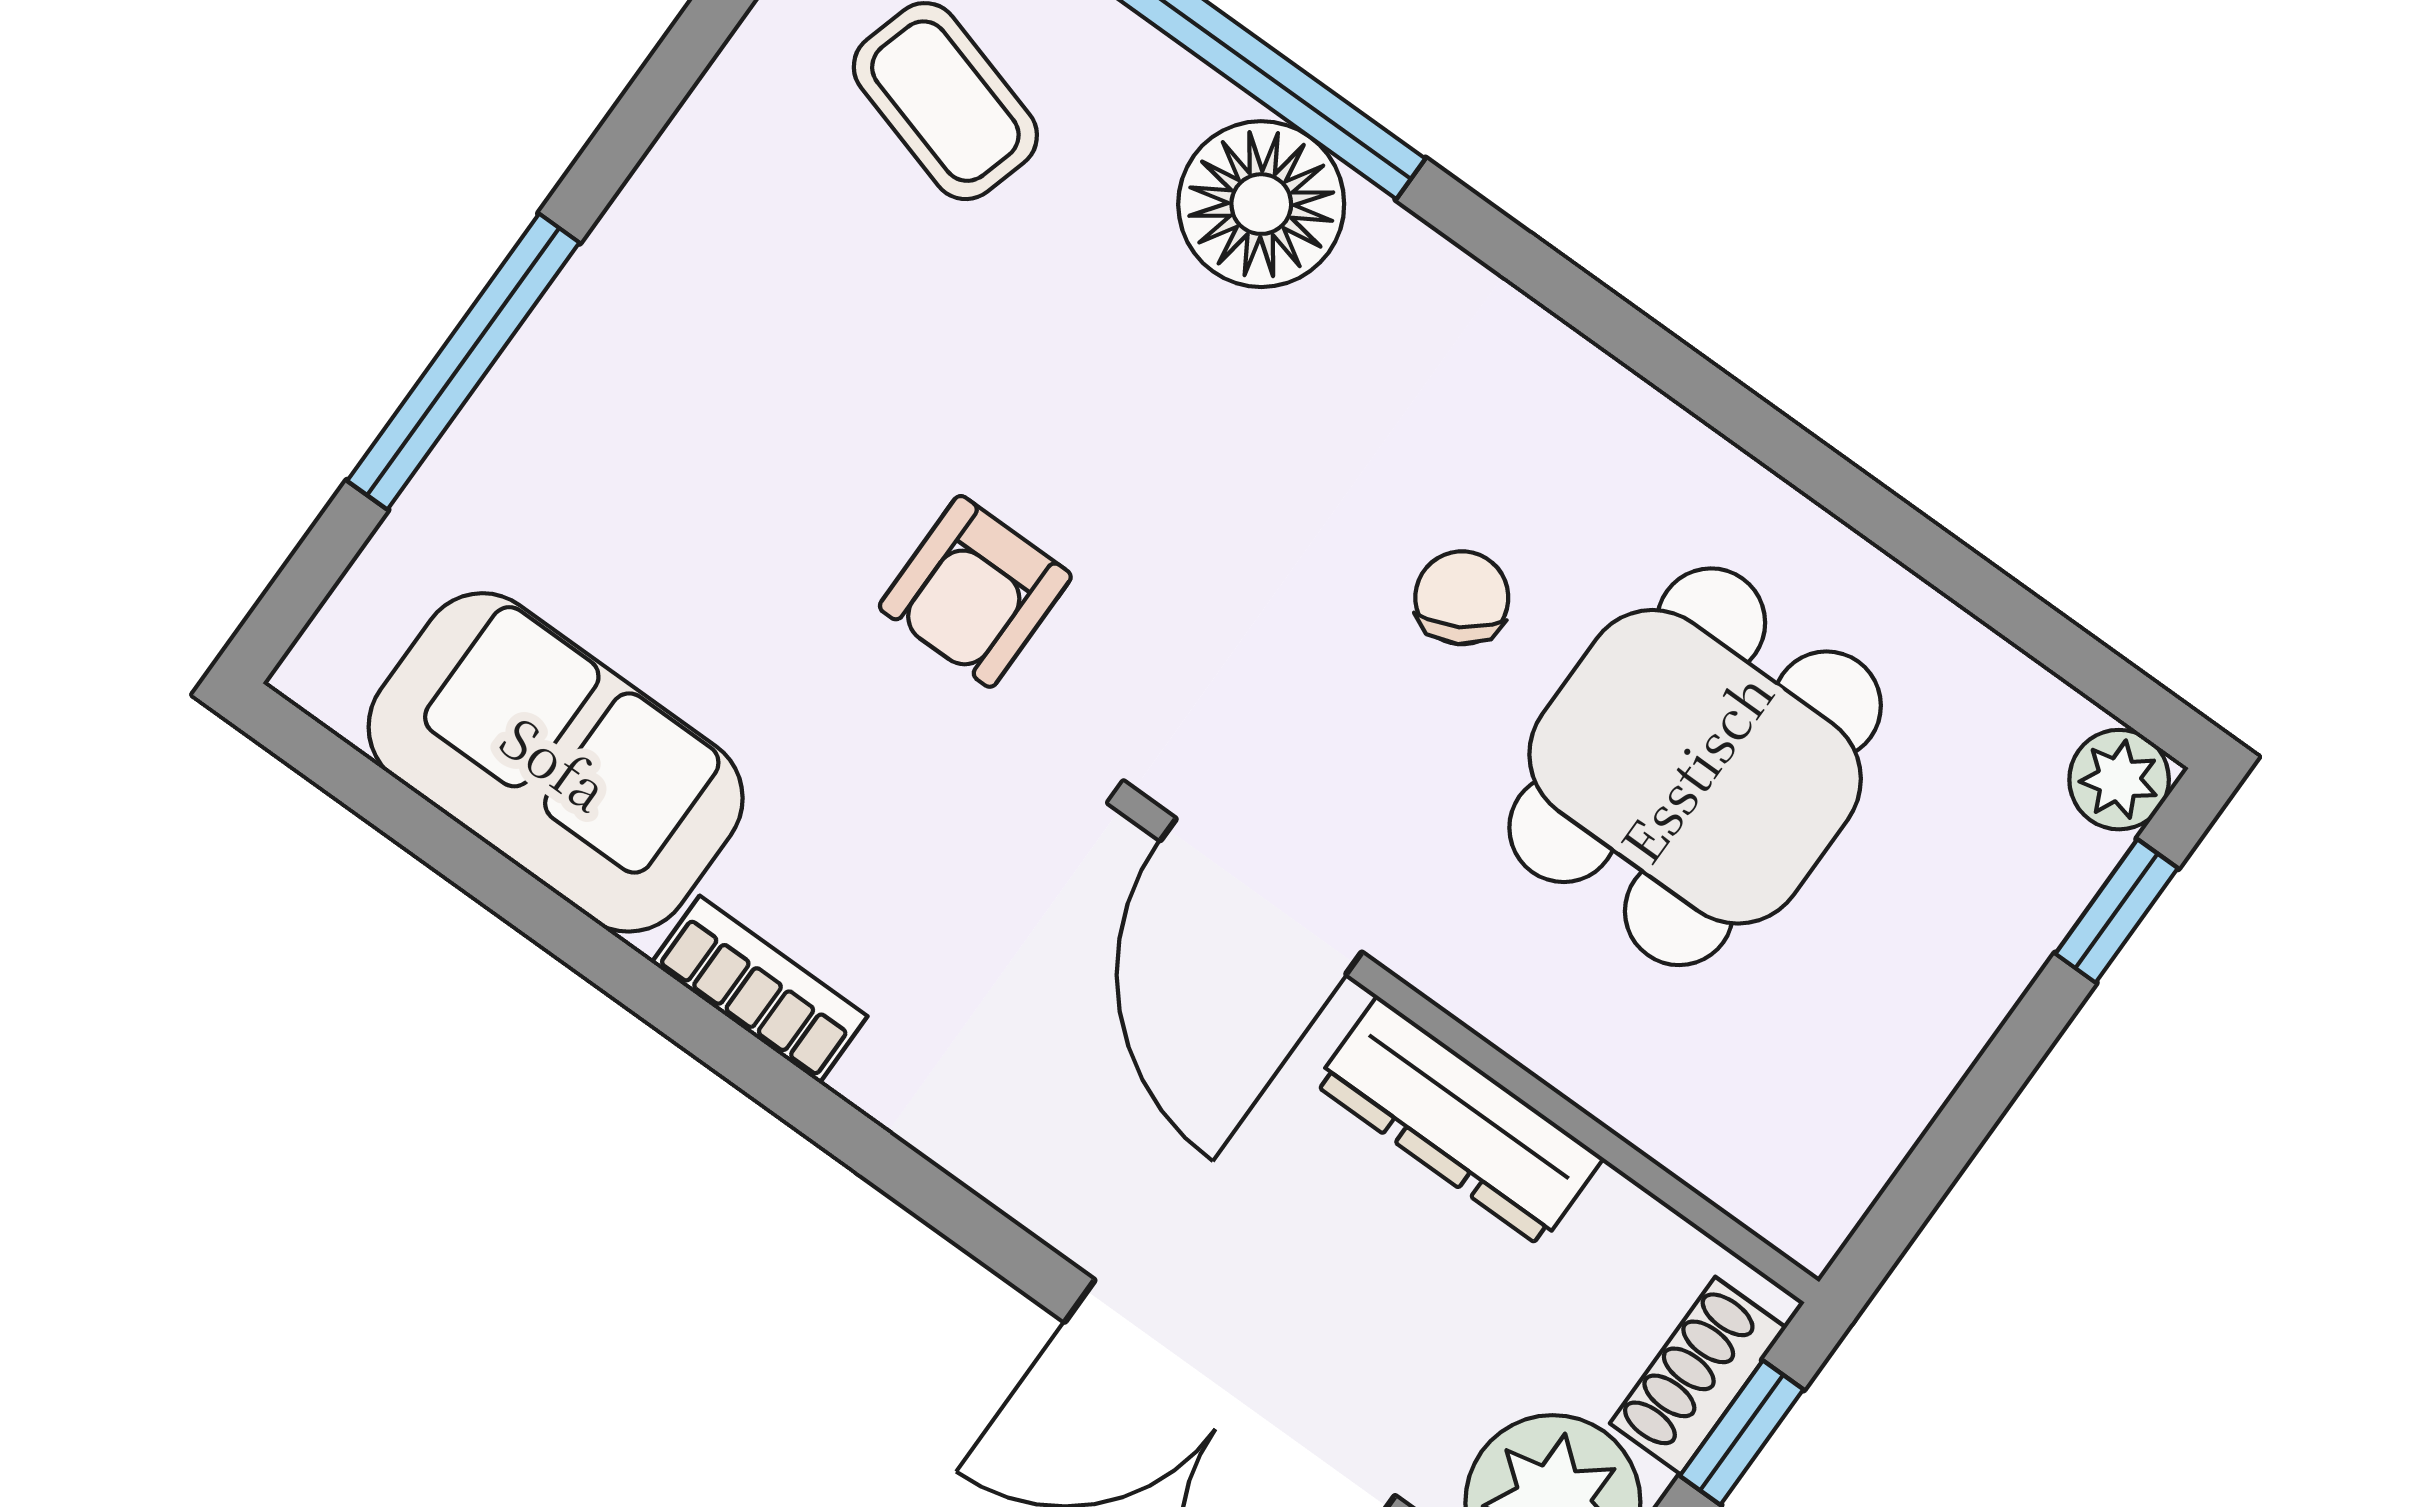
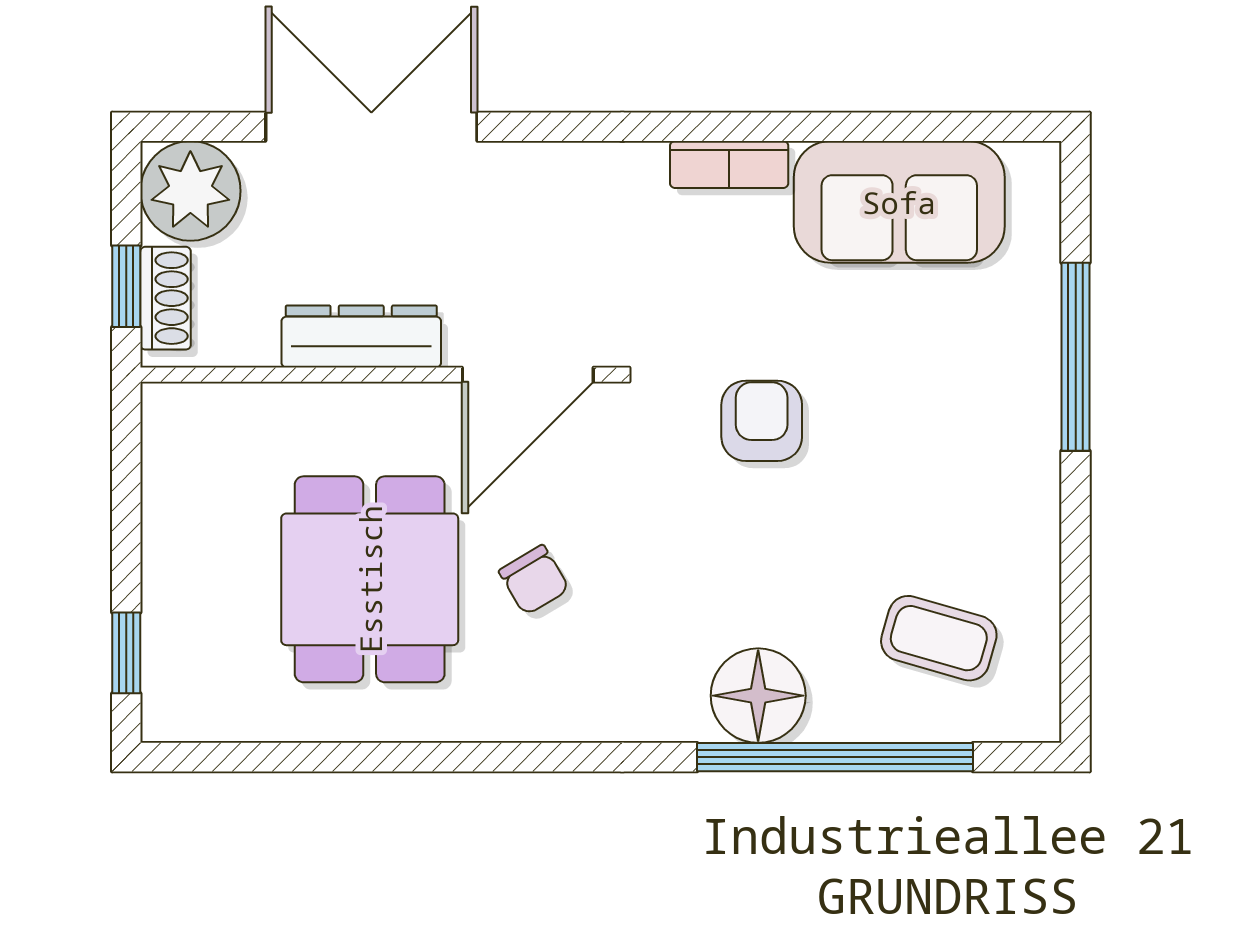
plant: (2119, 780) -> (169, 715), removed
door: (1261, 896) -> (528, 375), swing flipped

